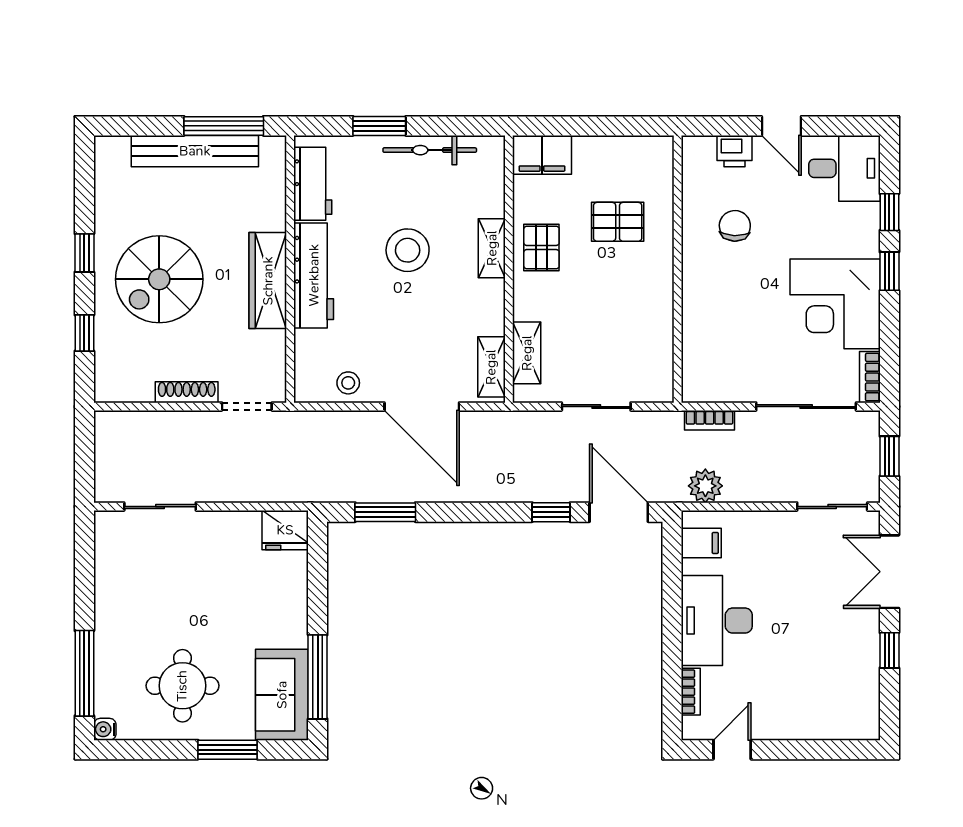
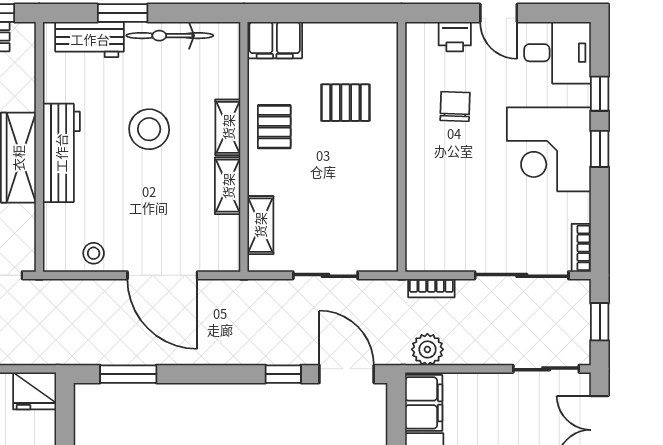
workbench: (313, 184) -> (90, 39), moved, turned 90
corner desk: (835, 304) -> (549, 149), moved
shelving: (491, 367) -> (228, 186), moved
filing cabinet: (701, 543) -> (424, 403), width x2.00

